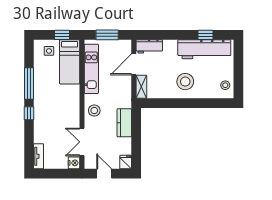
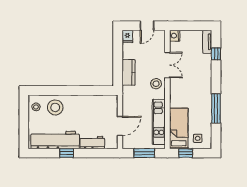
window: (205, 35) -> (67, 153), moved
workbench: (149, 46) -> (92, 143), moved
stool: (185, 82) -> (55, 107), moved
shelving: (141, 87) -> (113, 106), removed
window: (29, 113) -> (216, 54), moved
double door: (82, 142) -> (167, 65), moved
door: (104, 174) -> (147, 26), hinge flipped

